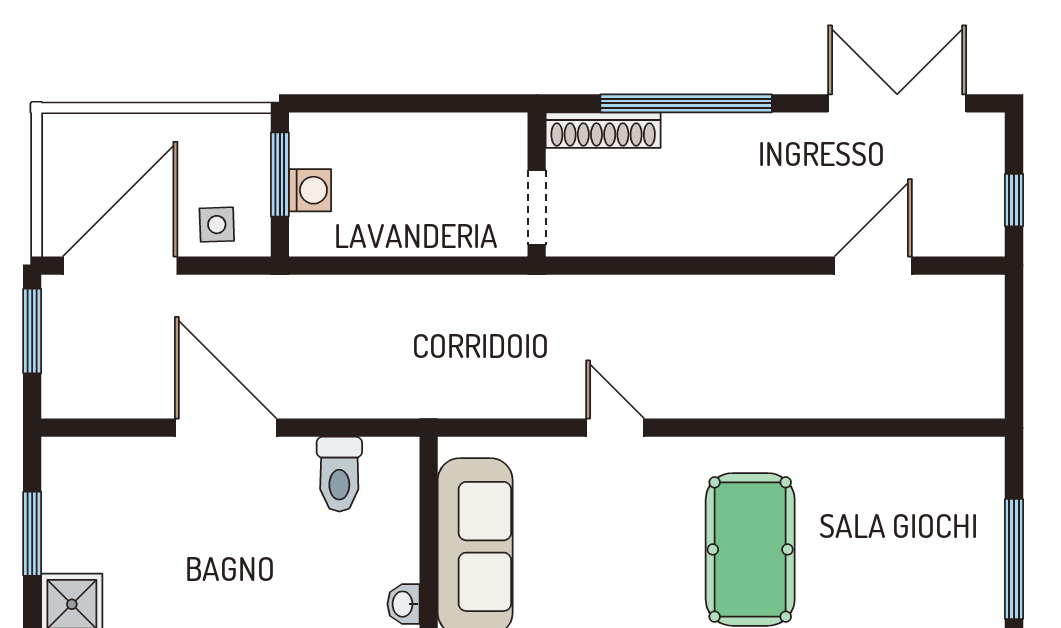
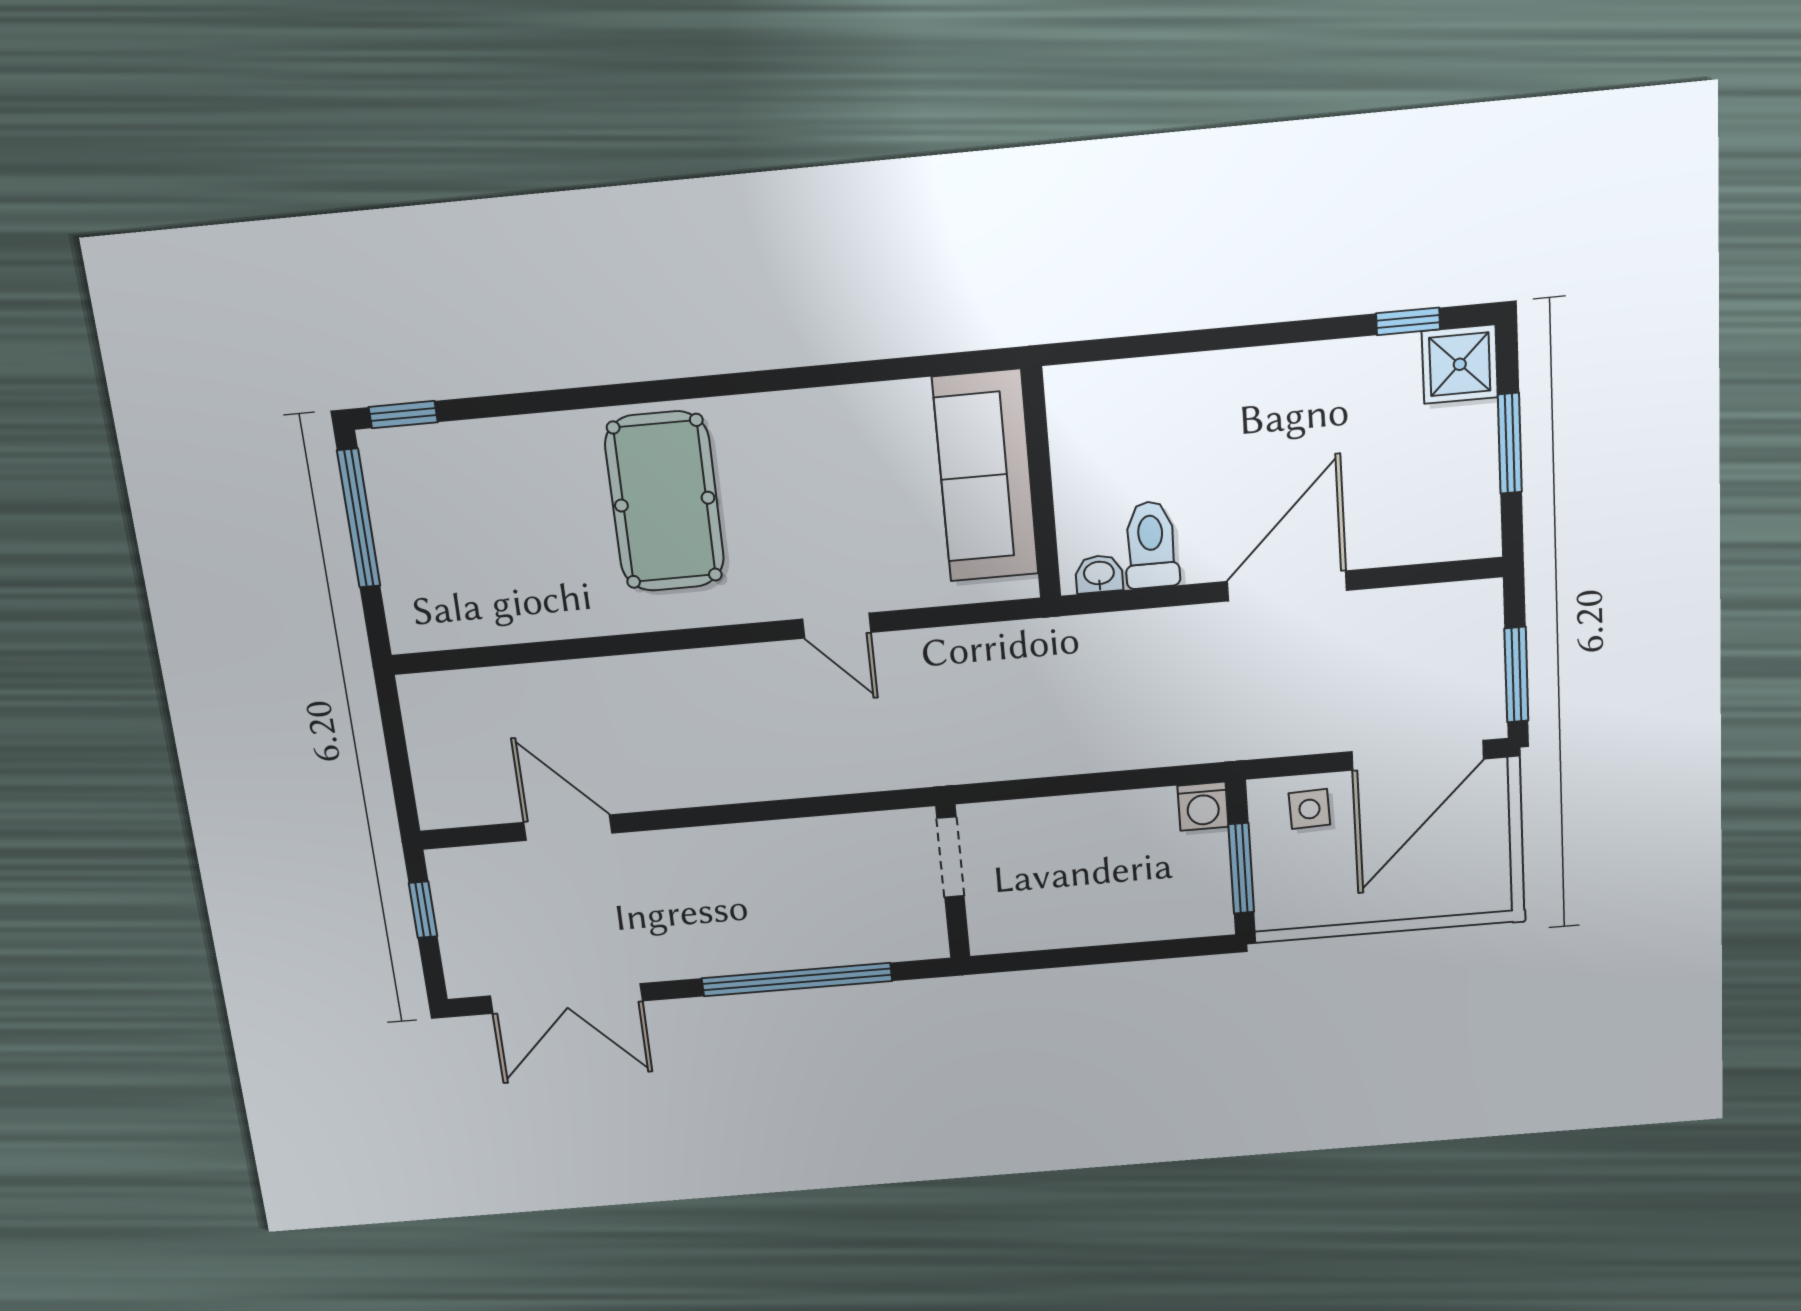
shoe rack: (603, 130) -> (885, 944), removed
washing machine: (310, 190) -> (1203, 806), moved, turned -90
door: (873, 266) -> (568, 828), swing flipped
door: (226, 428) -> (1287, 586), swing flipped
washbasin: (403, 604) -> (1099, 574), moved, turned -90

